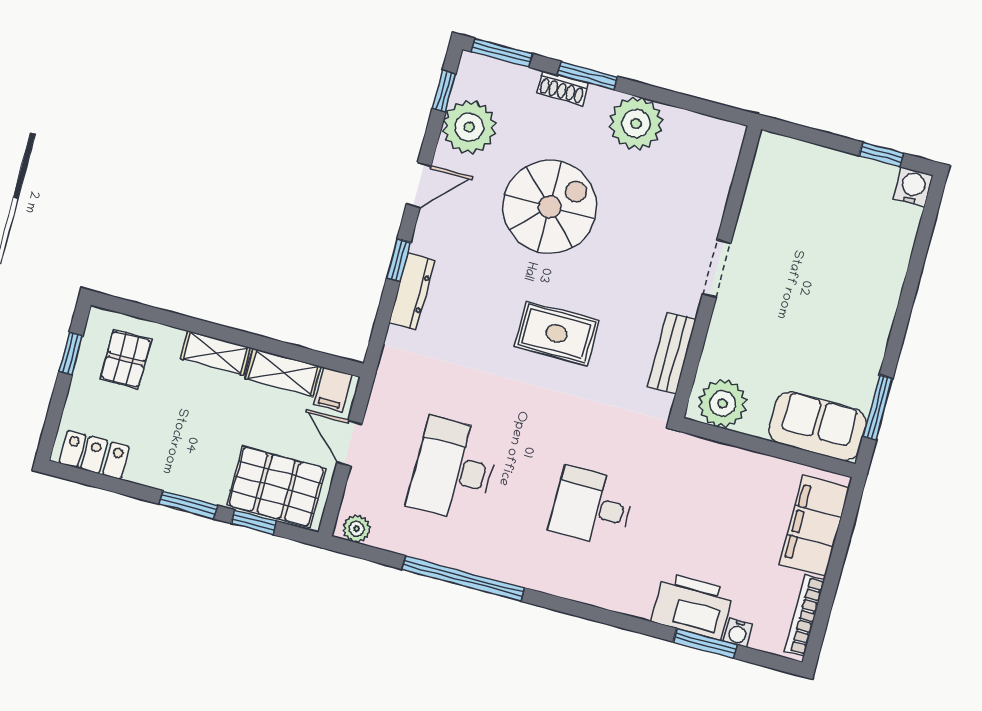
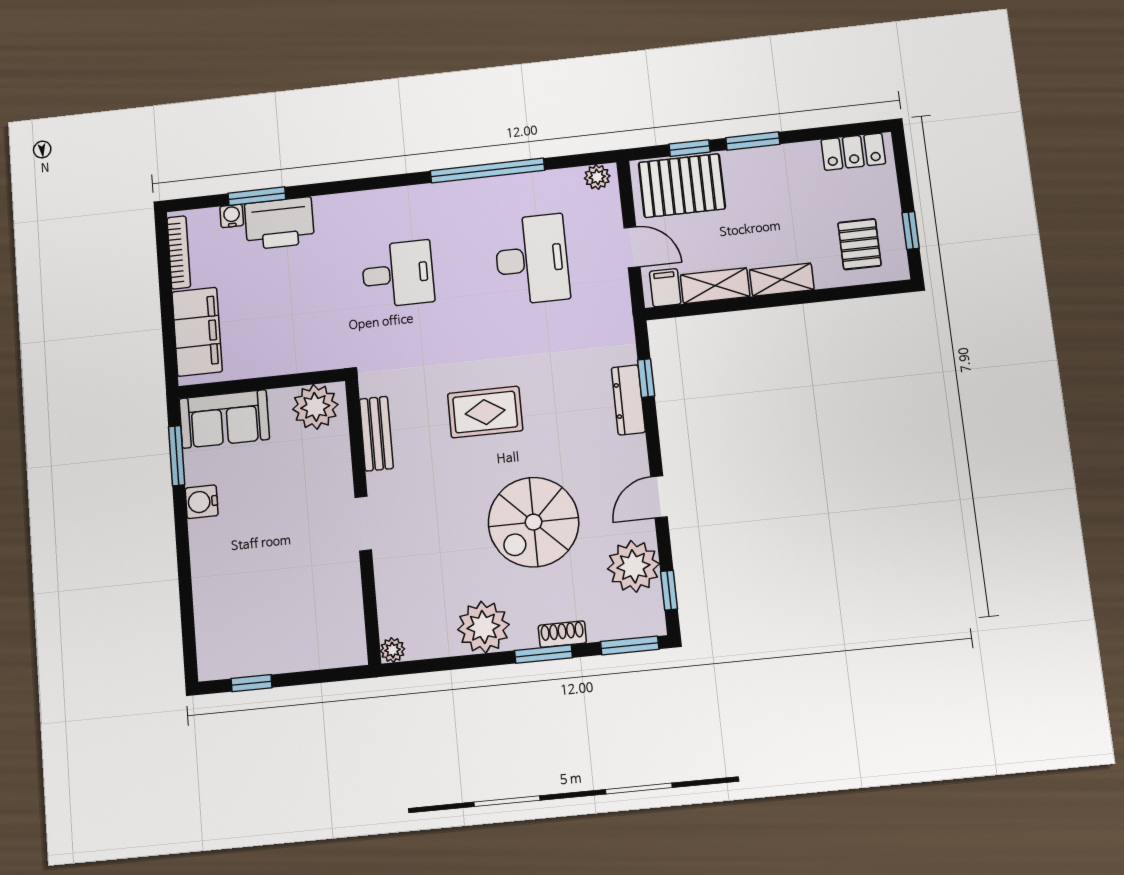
plant: (732, 135) -> (392, 650), added
water cooler: (913, 187) -> (202, 502), moved, turned 90
window: (399, 260) -> (646, 378), moved

